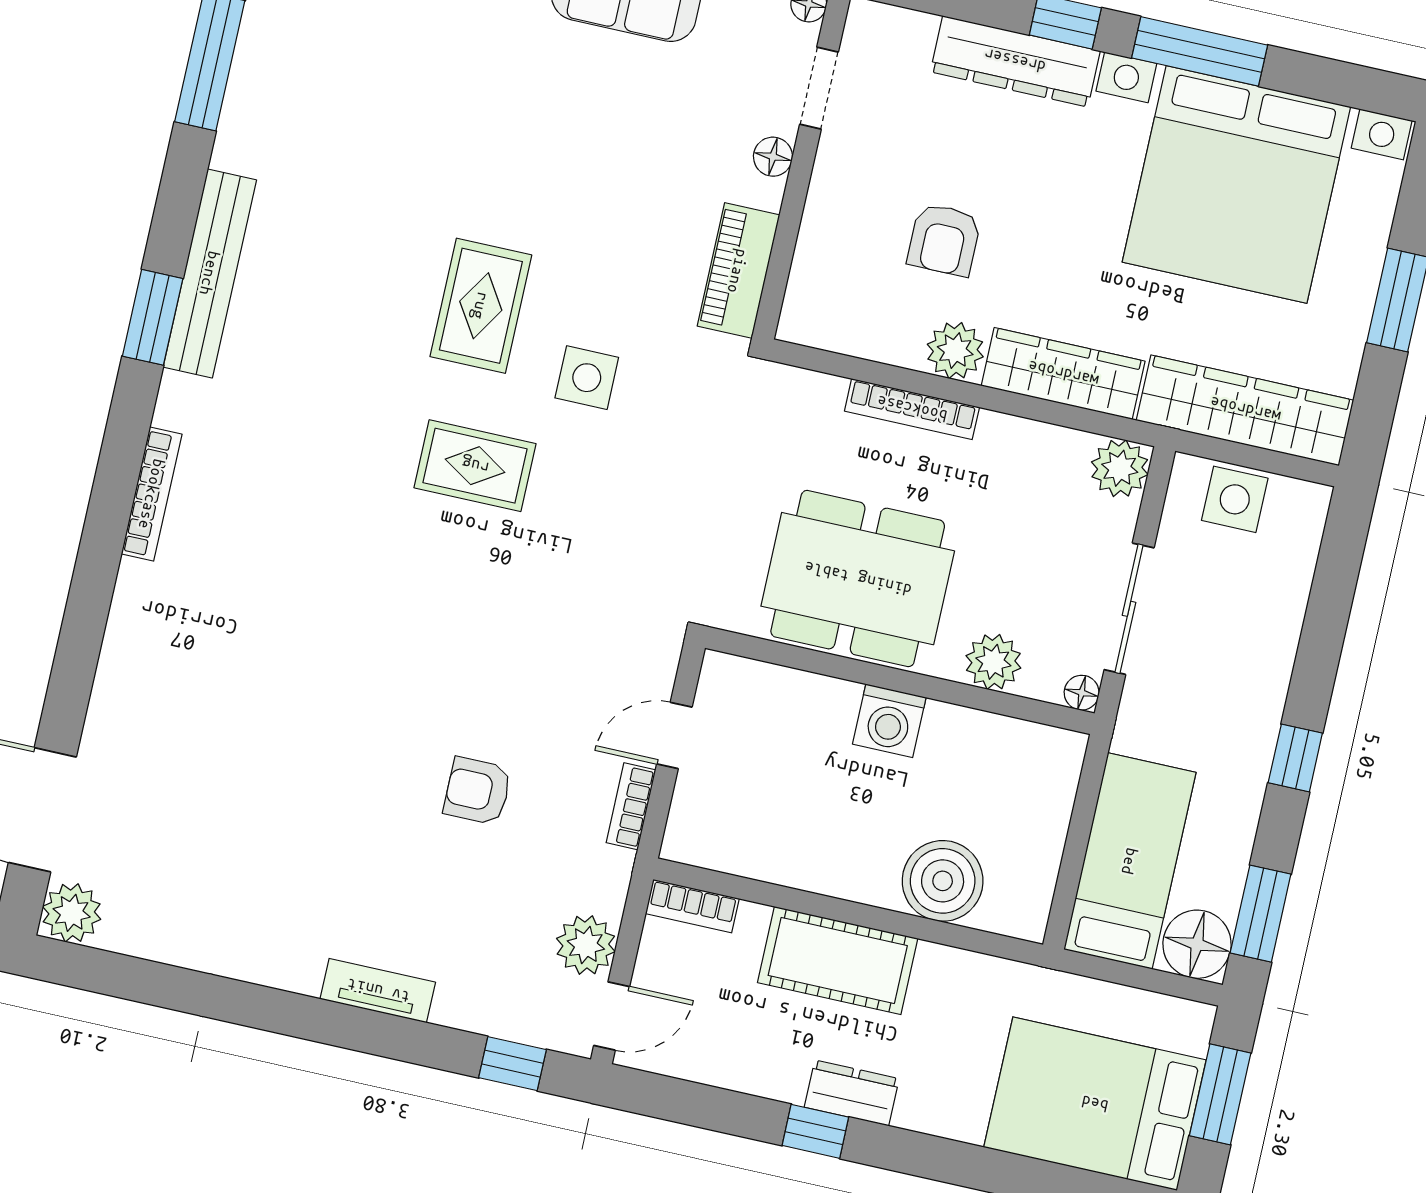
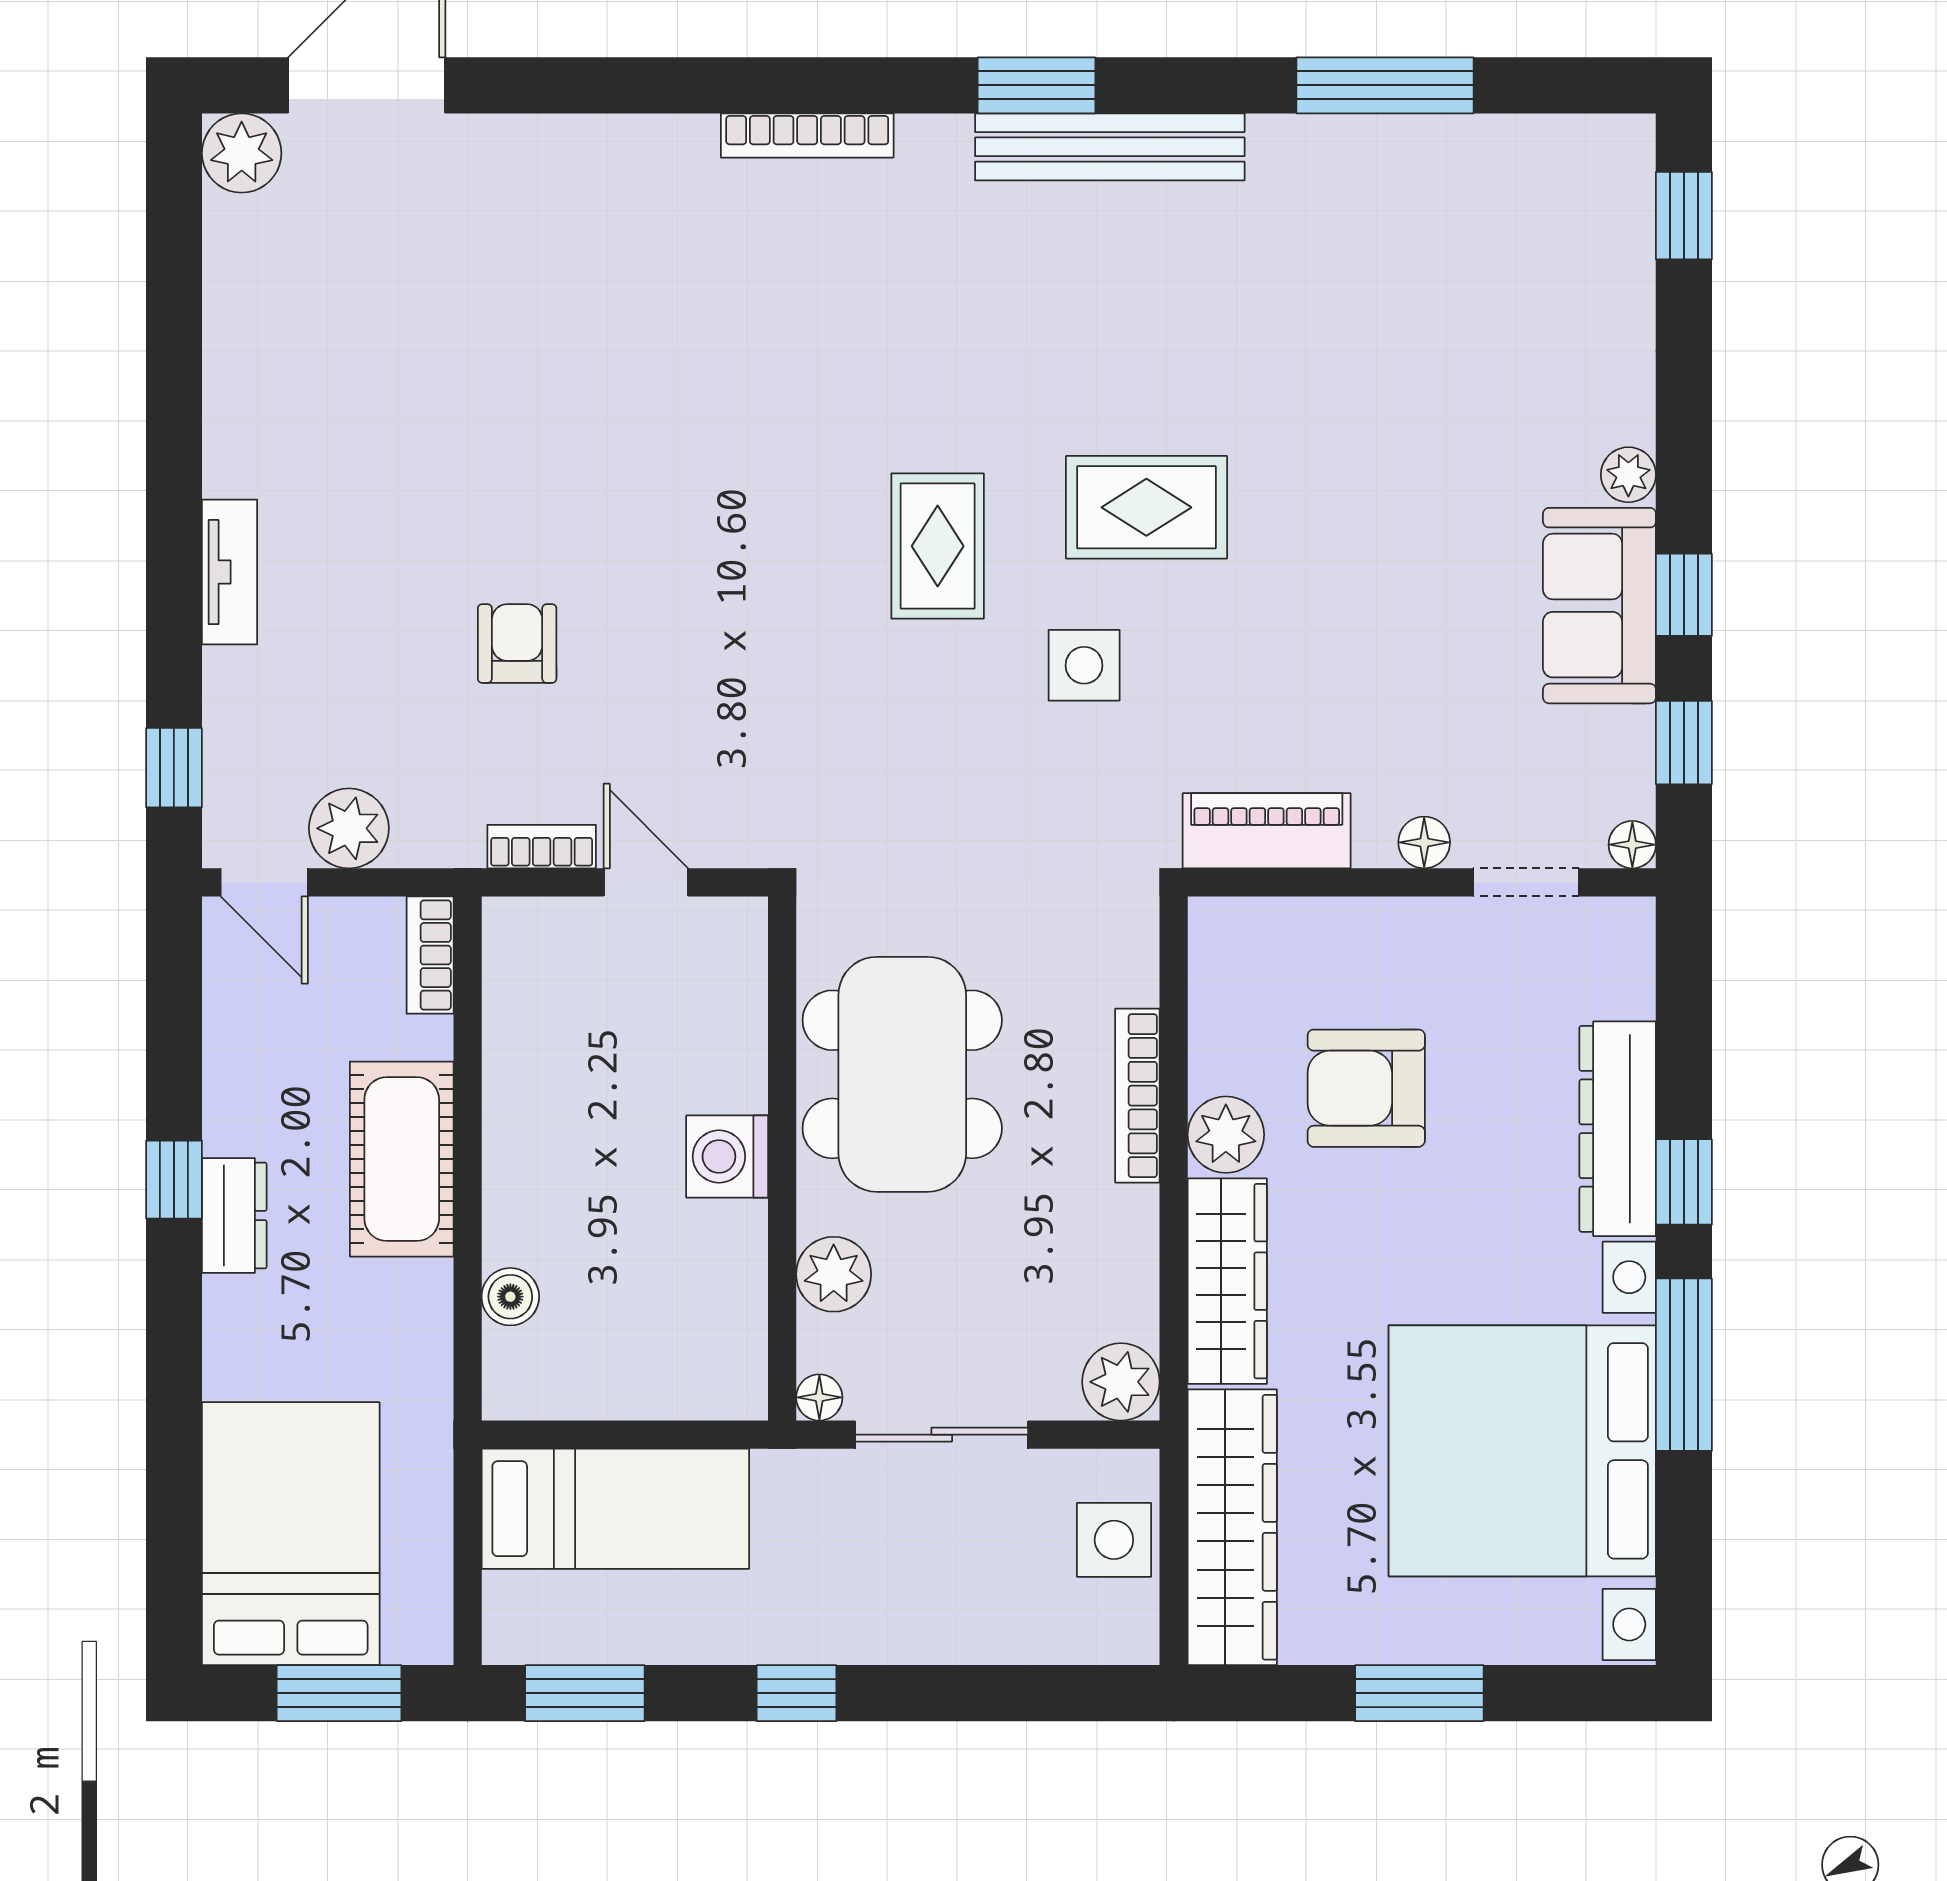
armchair: (944, 240) -> (1366, 1088), width x1.38, depth x1.38
boiler: (943, 881) -> (510, 1297), width x0.54, depth x0.54
floor lamp: (1197, 944) -> (527, 1620), removed

